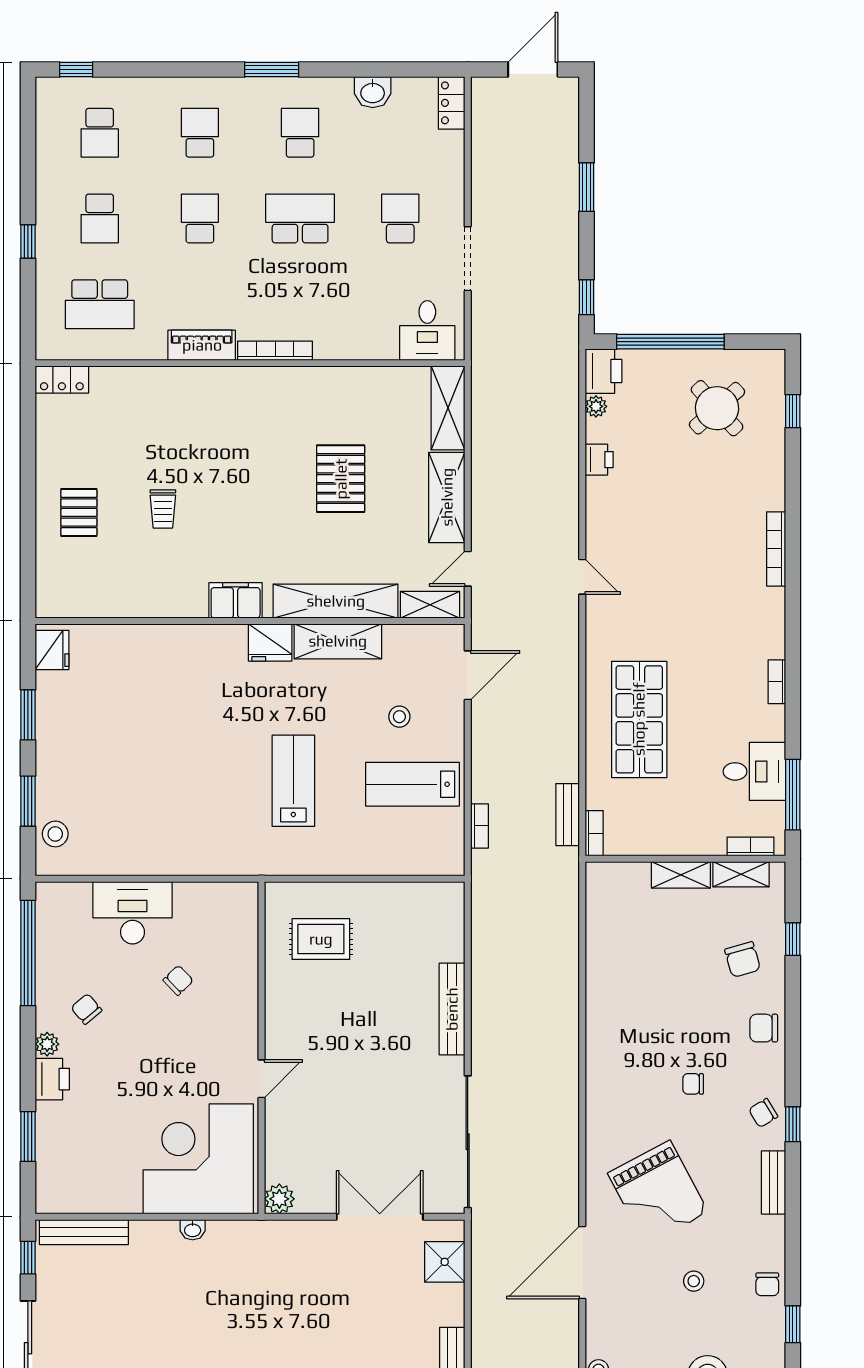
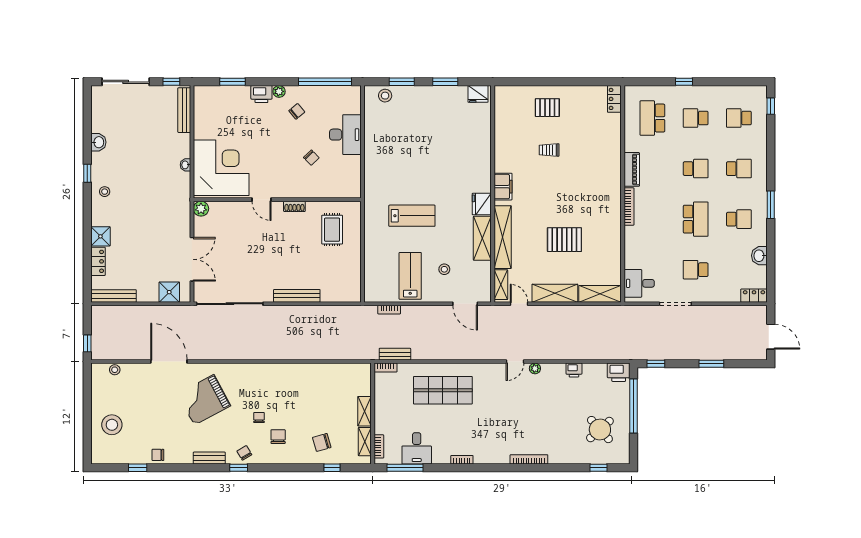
school desk: (400, 218) -> (696, 270), turned 180
plant: (596, 406) -> (535, 368), moved
shoe rack: (275, 1014) -> (294, 206), added
chair: (764, 1028) -> (278, 437), moved
stool: (694, 1281) -> (159, 418), removed

